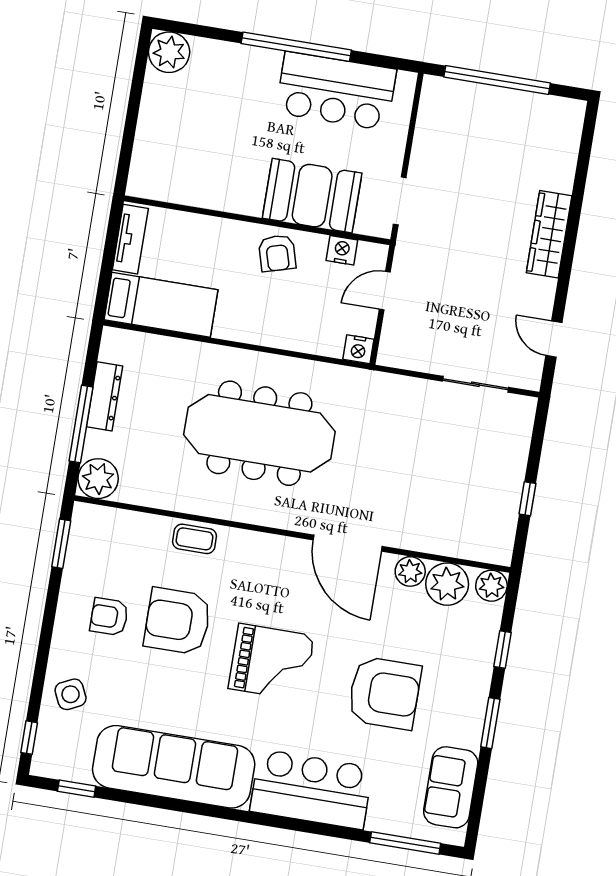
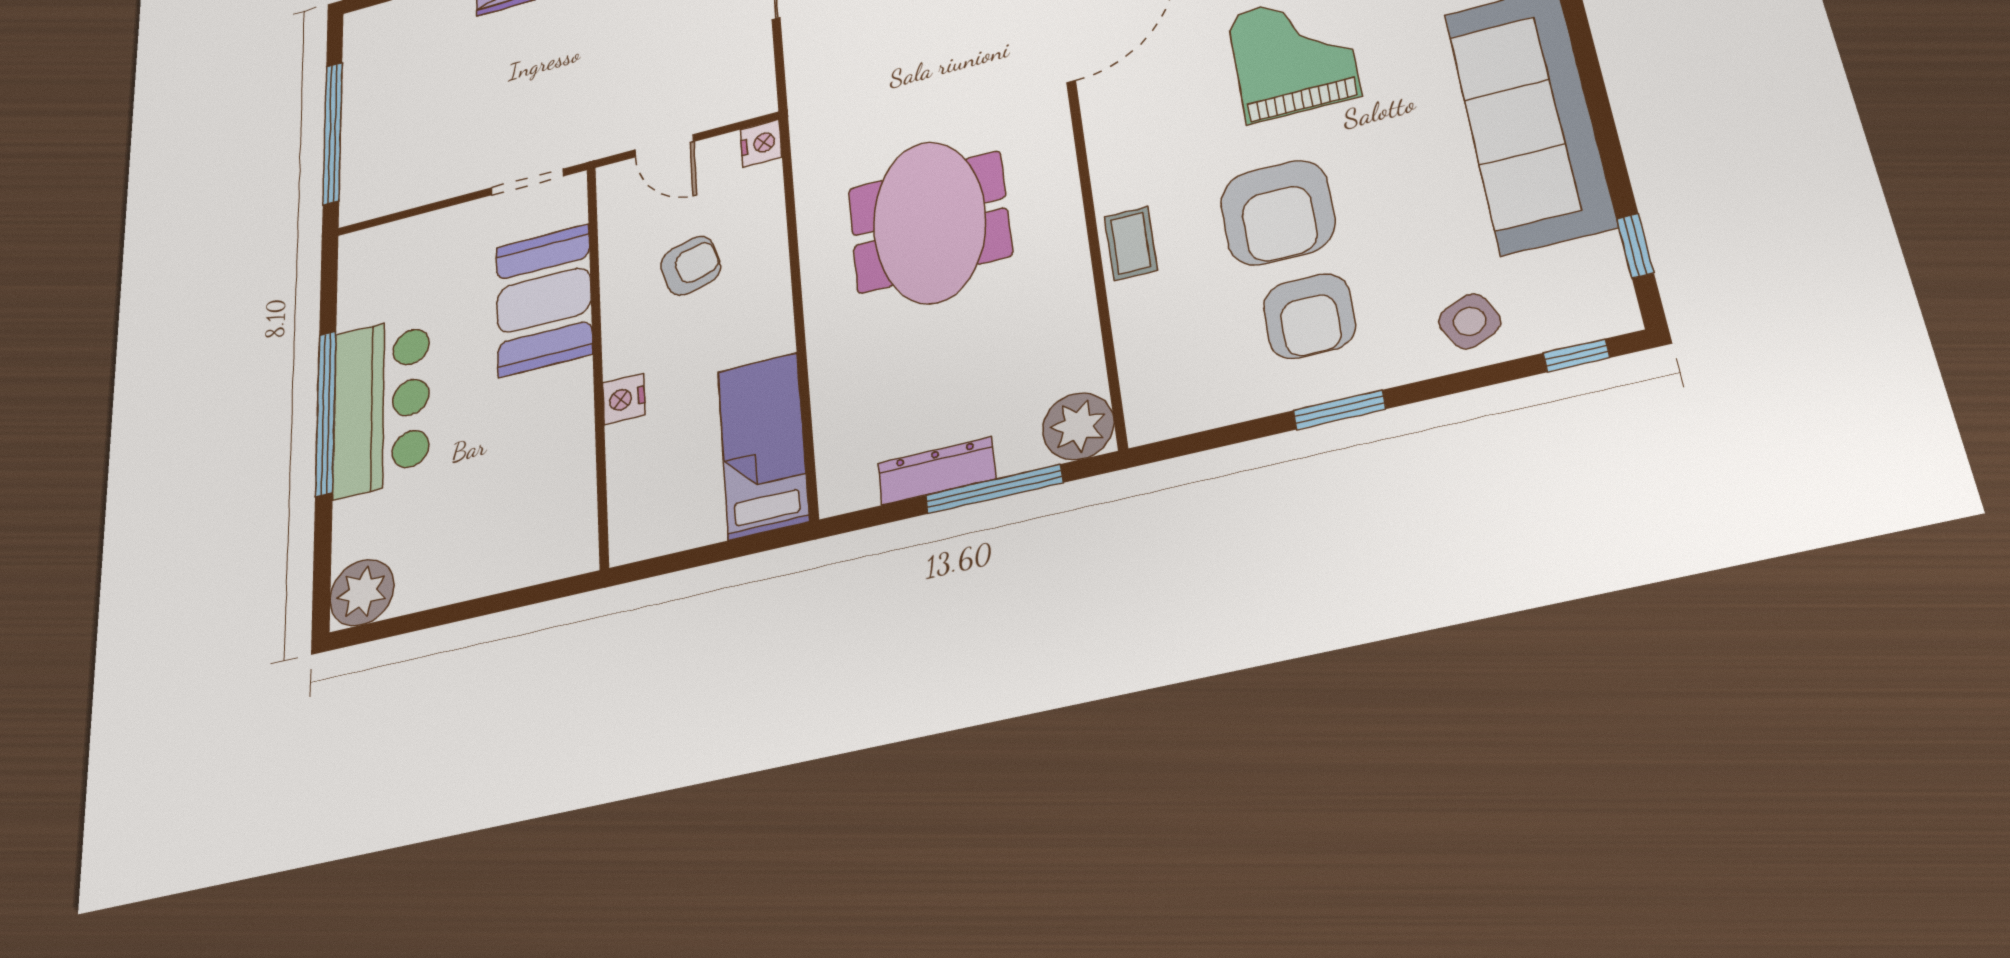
bar counter: (336, 91) -> (381, 405), moved
tv unit: (130, 239) -> (668, 534), removed
nightstand: (342, 250) -> (624, 399), moved
armchair: (277, 253) -> (691, 266), moved
meeting table: (259, 433) -> (929, 222), width x0.73
window: (61, 544) -> (1339, 410), moved
armchair: (109, 617) -> (1309, 316), width x1.38, depth x1.38

